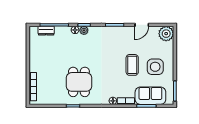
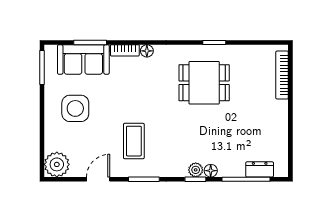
coffee table: (132, 65) -> (134, 141), moved
dining table: (79, 82) -> (204, 83), turned 90

